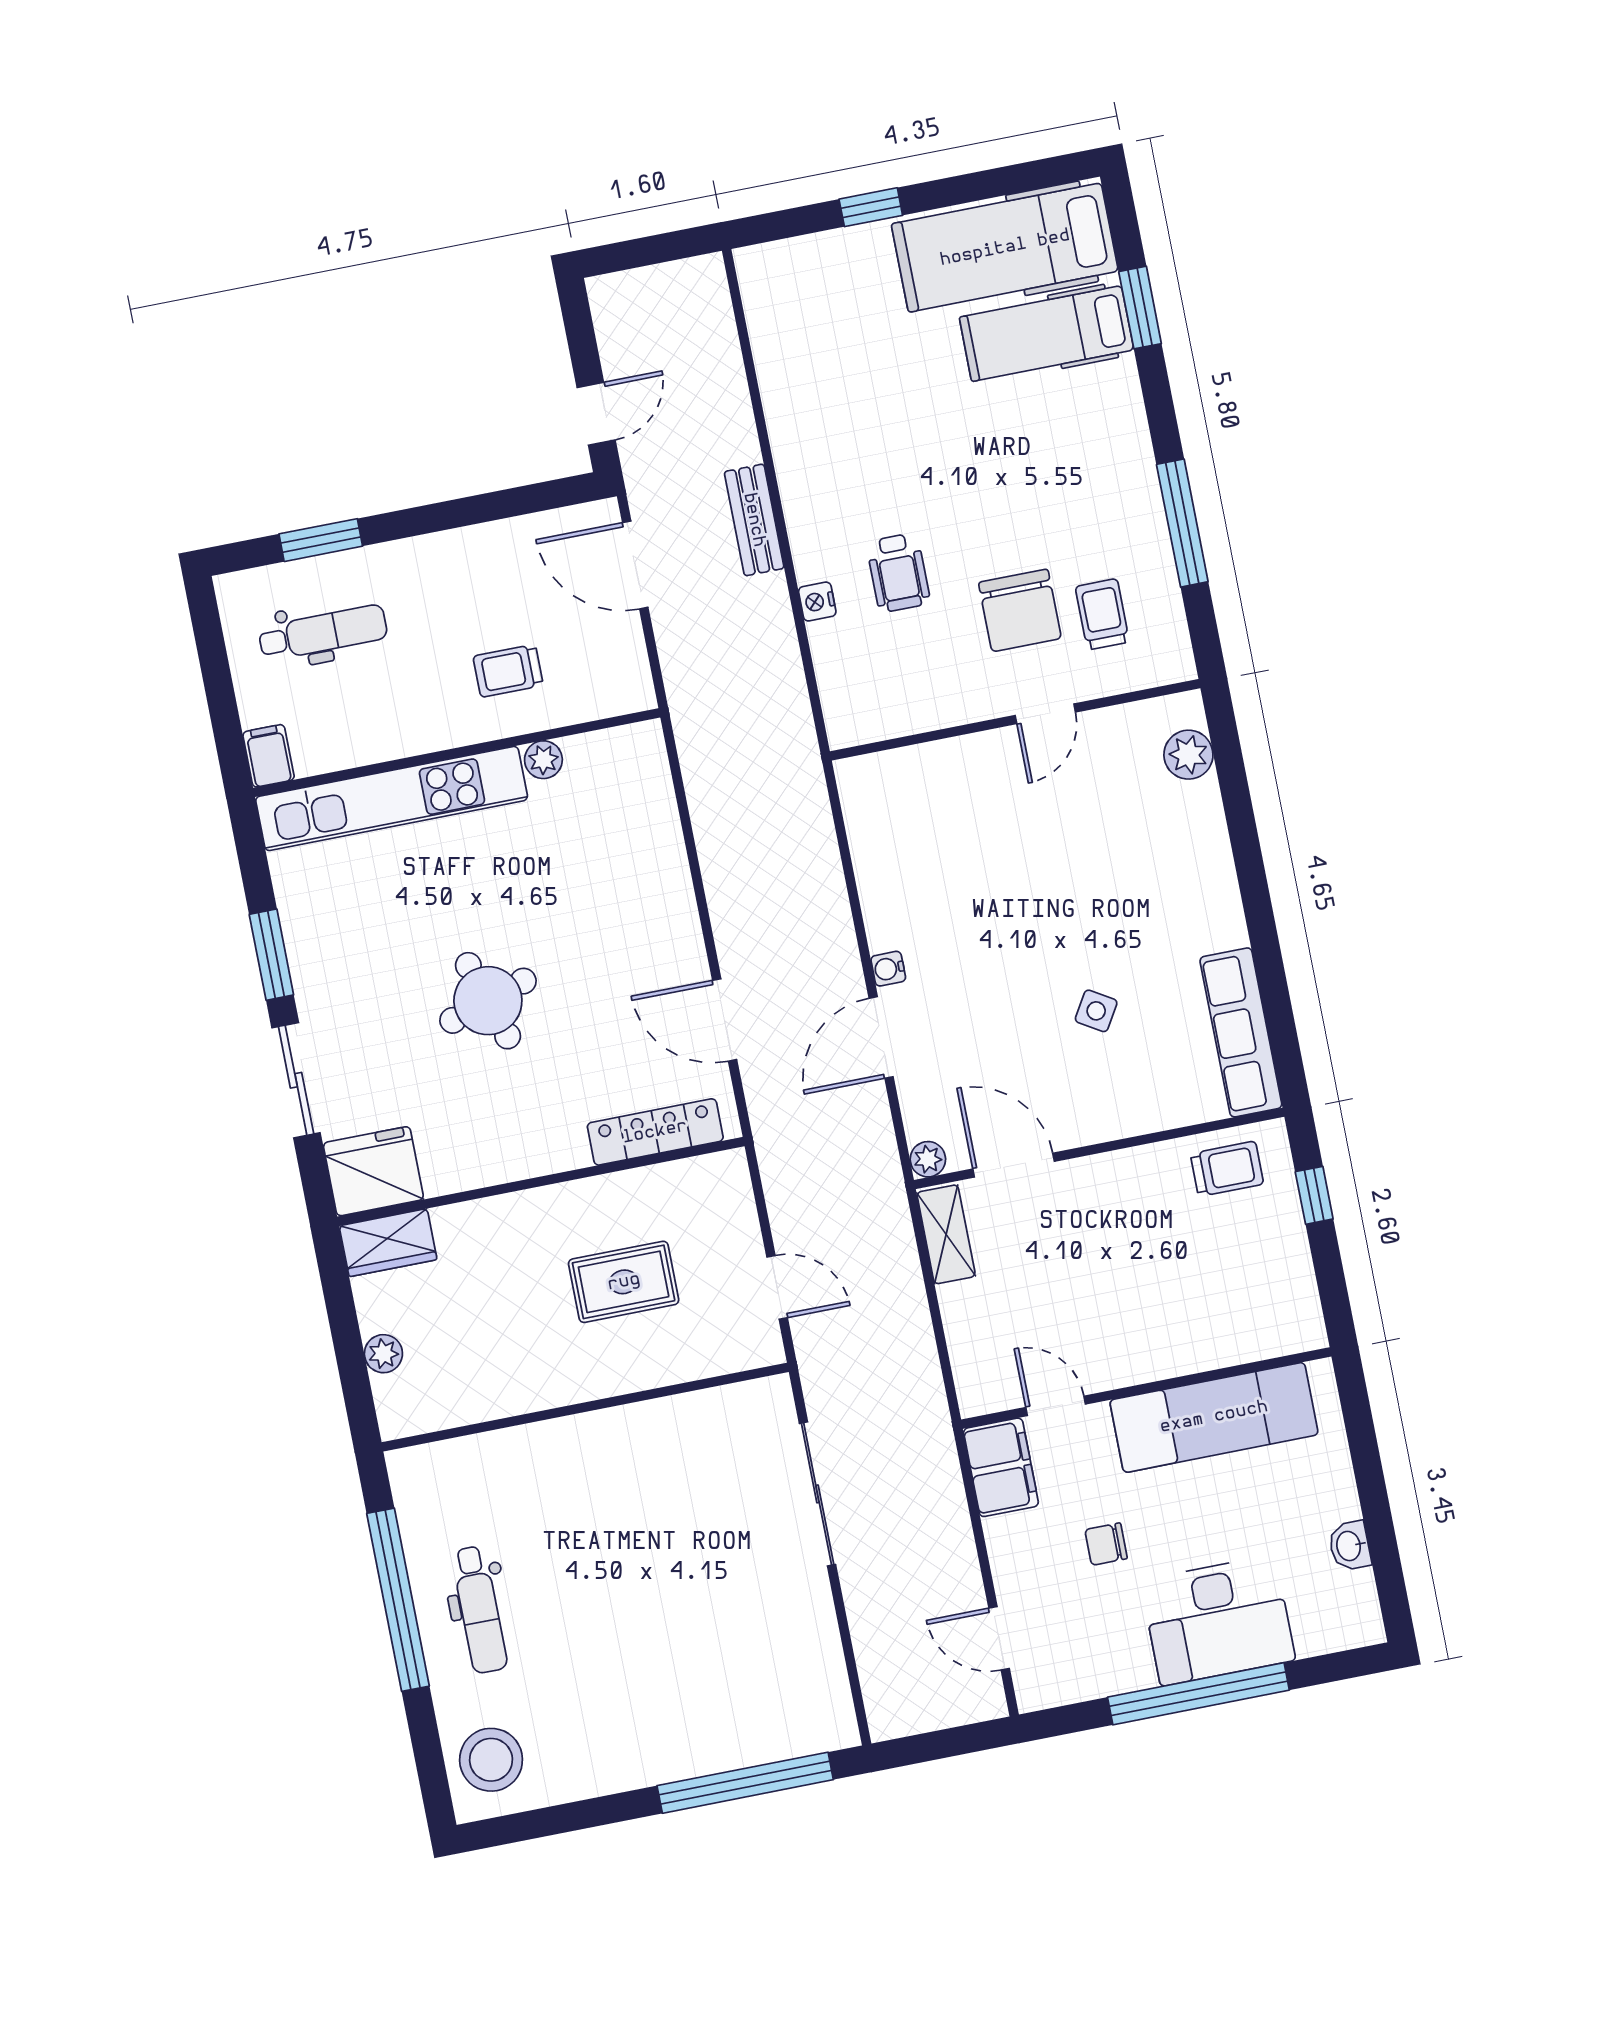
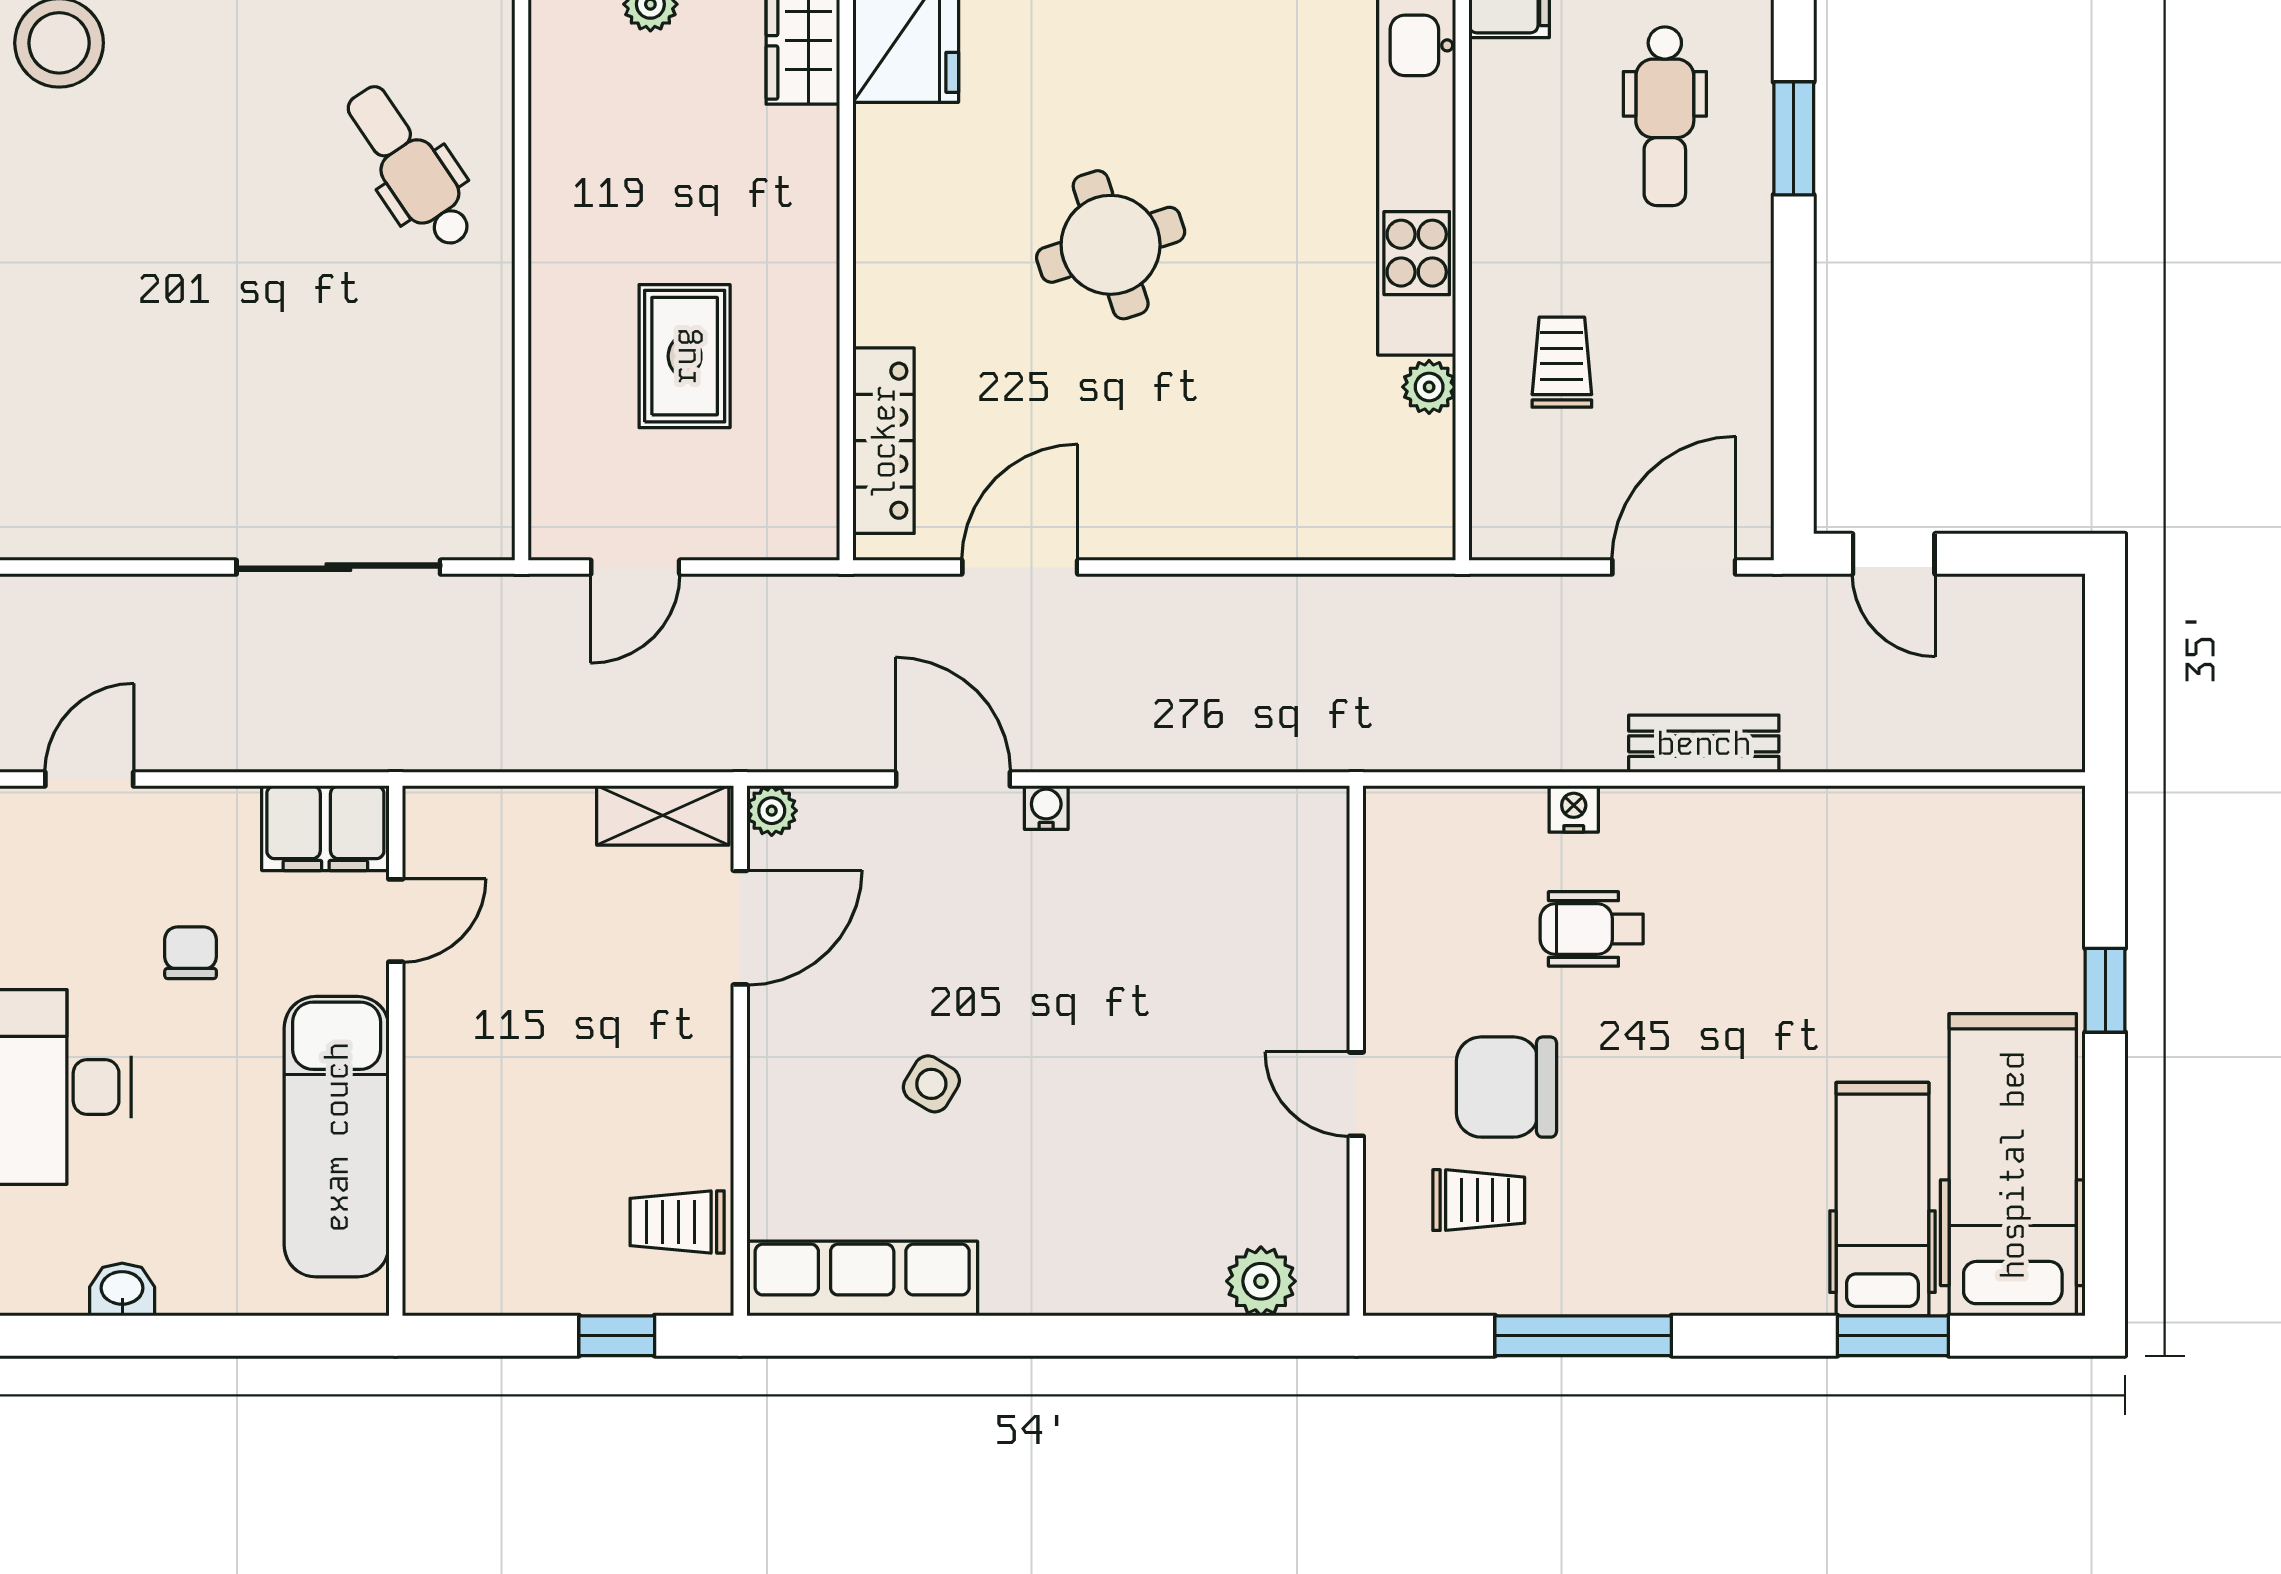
trolley: (1227, 1169) -> (677, 1222), turned 90
dental chair: (479, 1610) -> (410, 167), moved, turned 56

